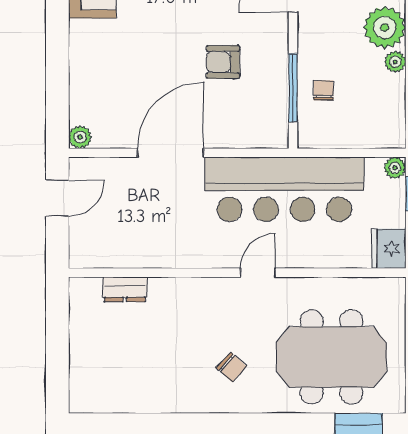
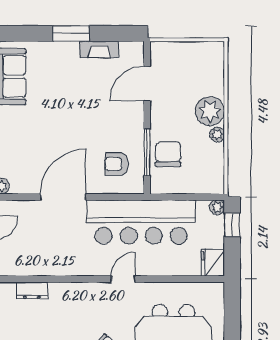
armchair: (223, 62) -> (117, 164), moved
chair: (324, 90) -> (168, 154), width x1.87, depth x1.87

